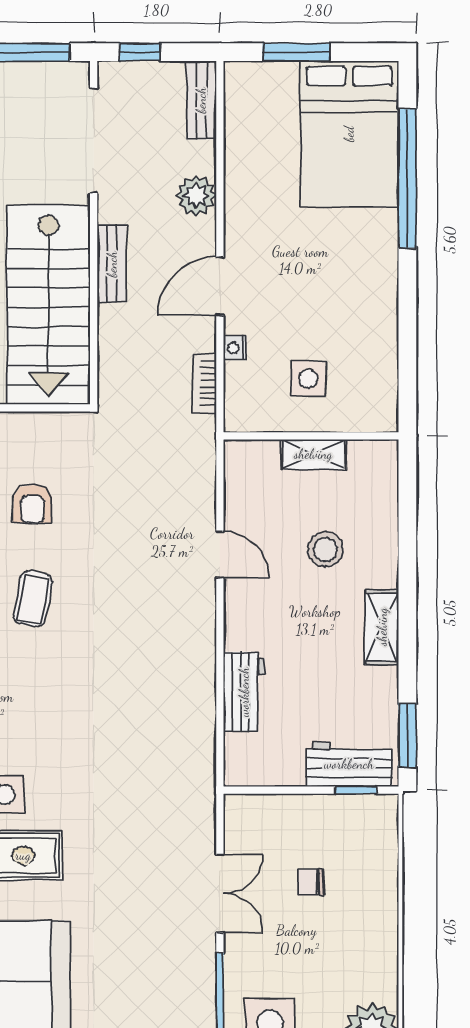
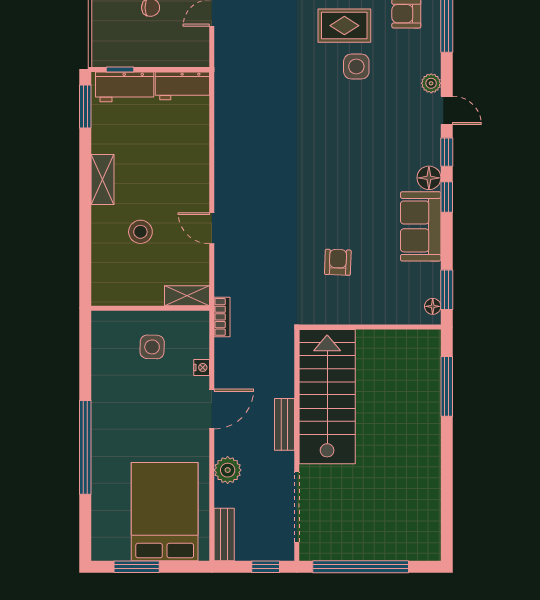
window: (296, 52) -> (137, 567), moved
bed: (349, 134) -> (165, 512), moved
window: (407, 178) -> (85, 447), moved
bookcase: (204, 383) -> (222, 317), moved
shelving: (313, 454) -> (187, 296), moved
coffee table: (33, 599) -> (338, 199), removed
workbench: (244, 692) -> (182, 86), moved, turned -90

